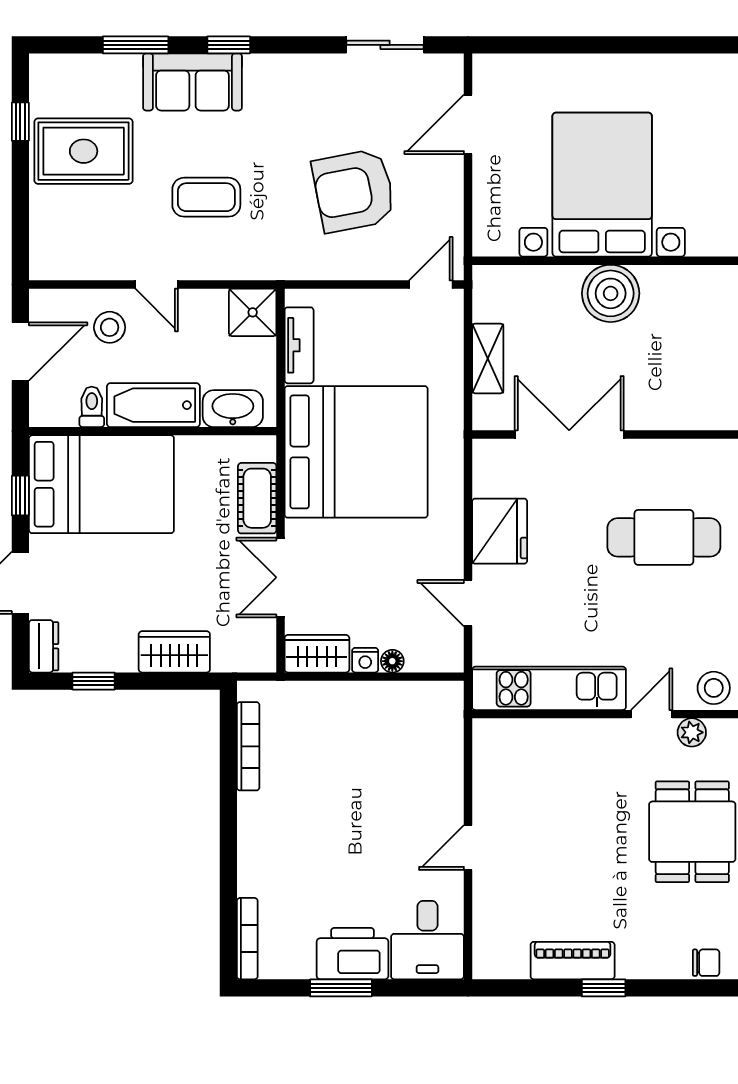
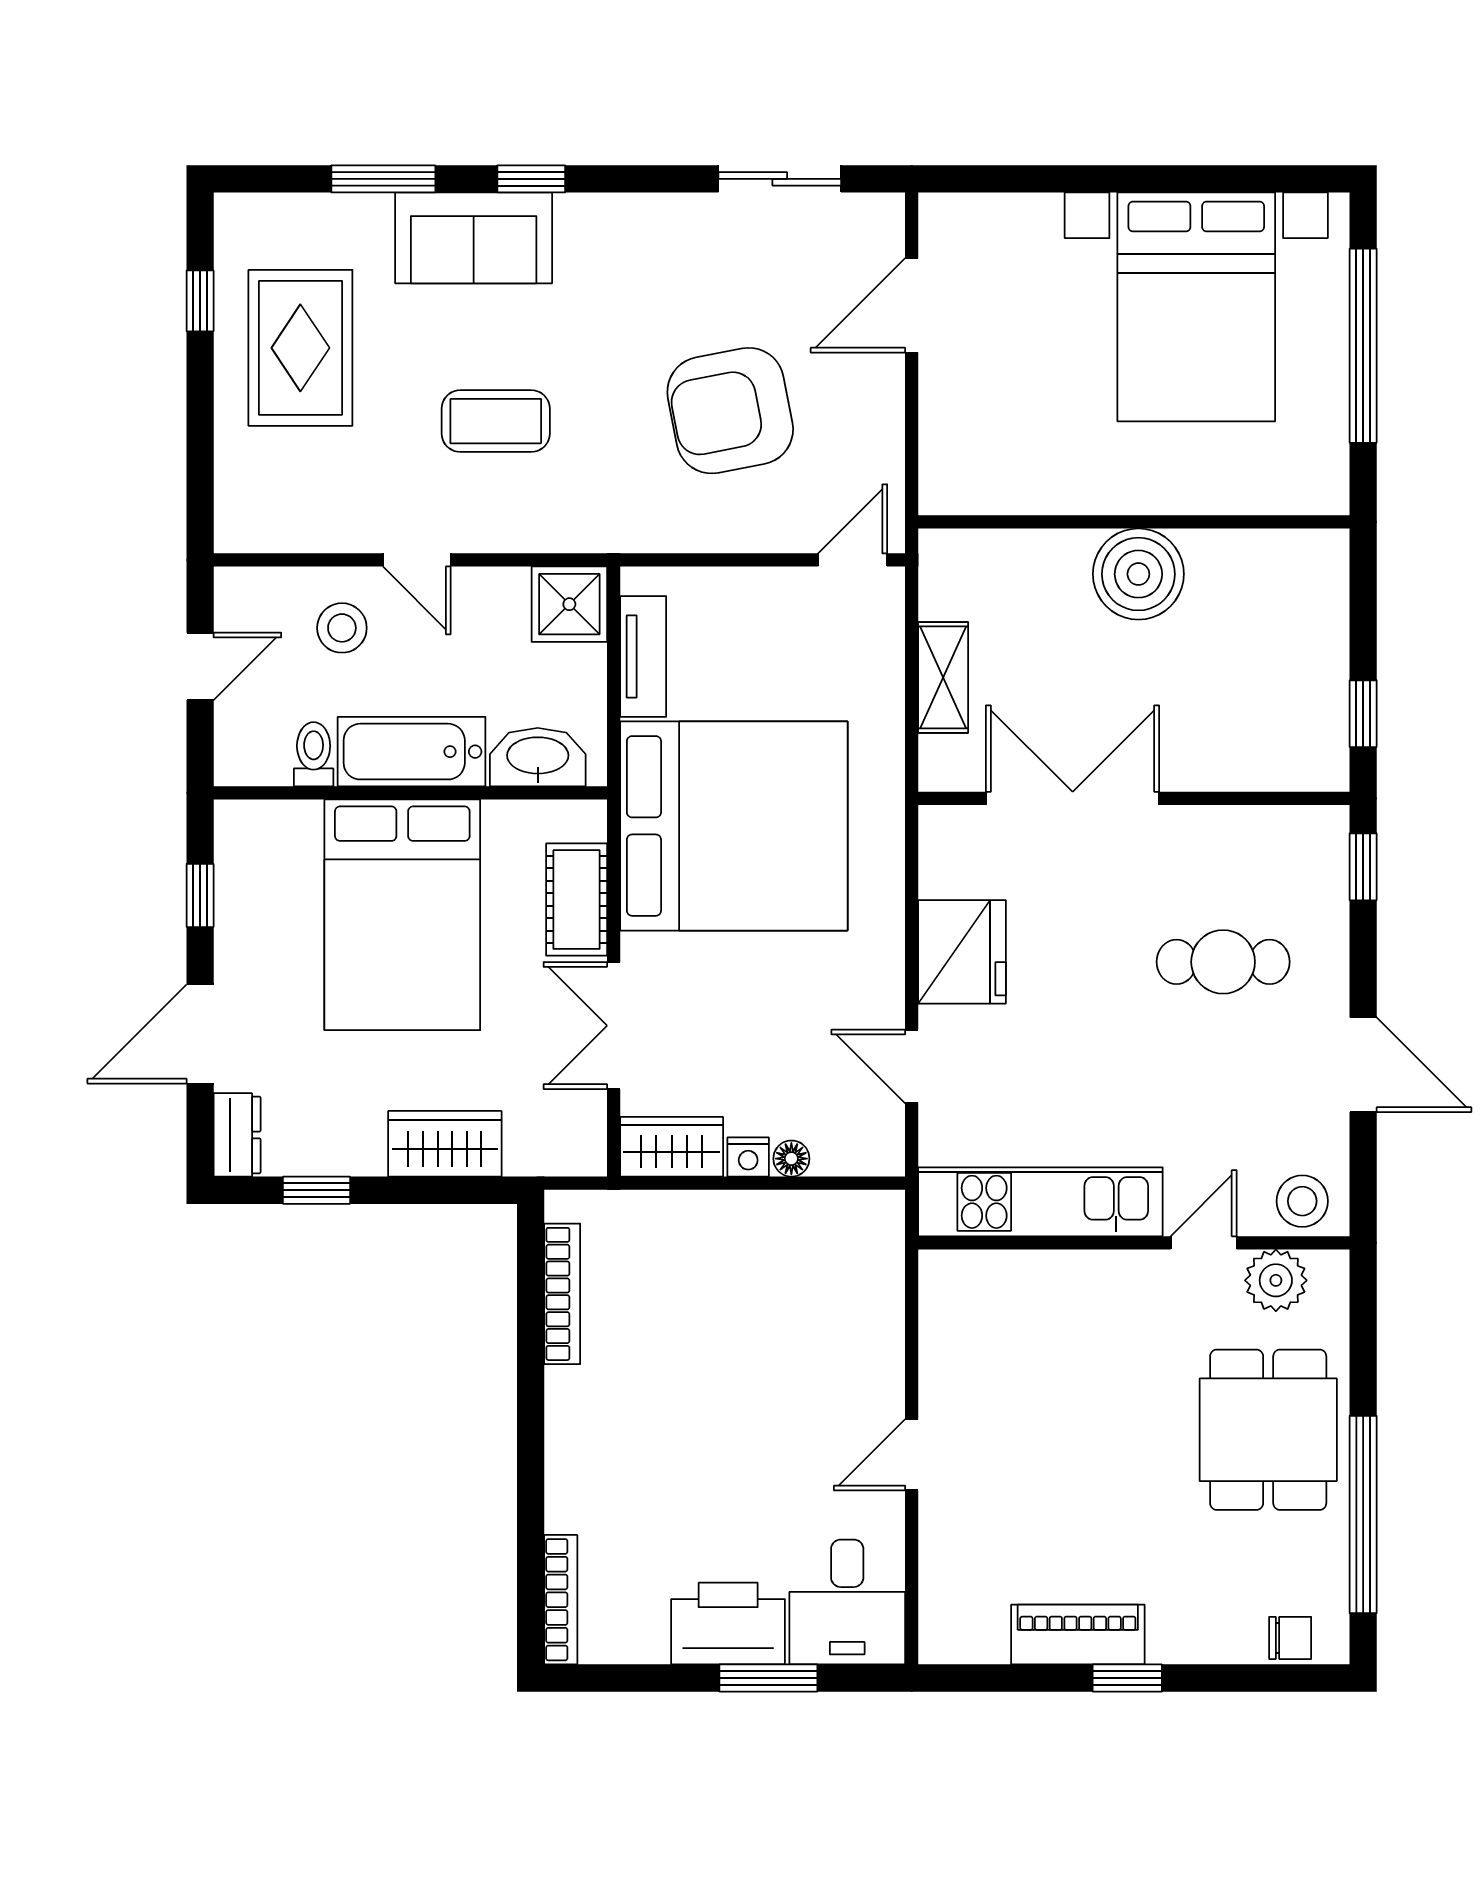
rug: (84, 151) -> (300, 348), turned 90
bed with nightstands: (602, 185) -> (1196, 307), moved, turned 180
door: (20, 352) -> (200, 666), width x0.73
bed: (101, 484) -> (402, 915), moved, turned 90
cafe table: (664, 537) -> (1223, 962), width x0.73, depth x0.74
plant: (692, 732) -> (1276, 1280), width x1.38, depth x1.38
window: (341, 988) -> (768, 1678), moved

